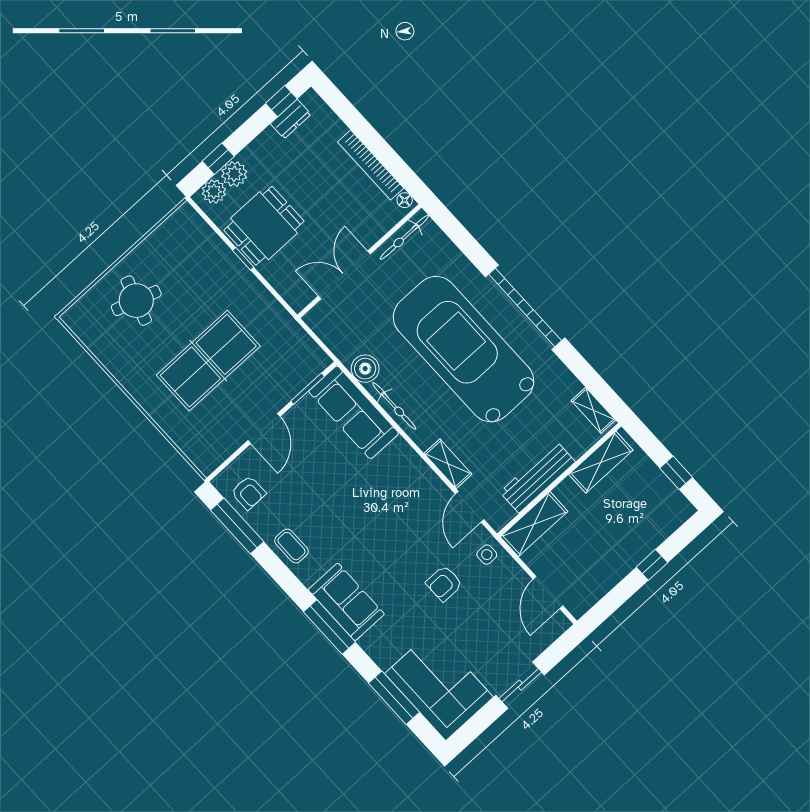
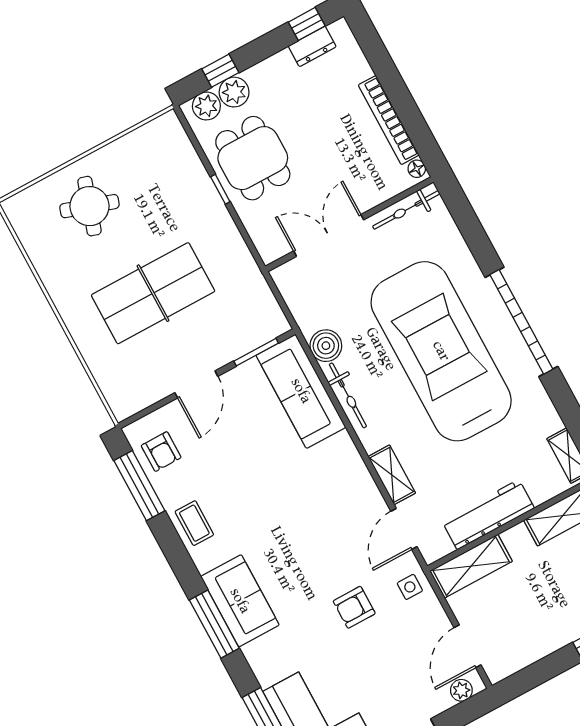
dining table: (264, 226) -> (253, 158), turned 90
plant: (552, 631) -> (461, 690), added

